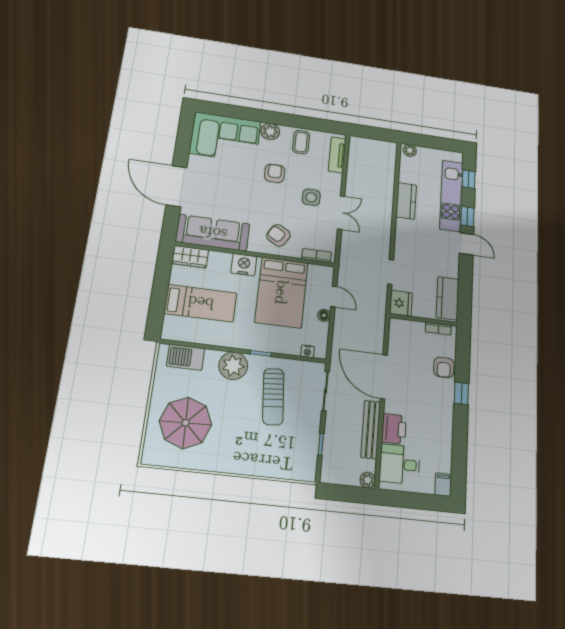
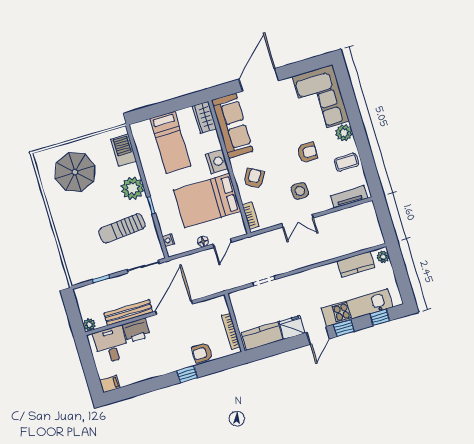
kitchen counter: (406, 201) -> (356, 264), moved
fridge: (401, 303) -> (292, 327), moved, turned 180
bookcase: (438, 329) -> (231, 331), width x1.56

